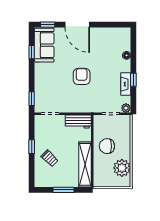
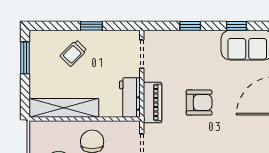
window: (32, 99) -> (190, 26), moved
piano: (82, 107) -> (152, 103), added
window: (64, 190) -> (25, 58), moved

